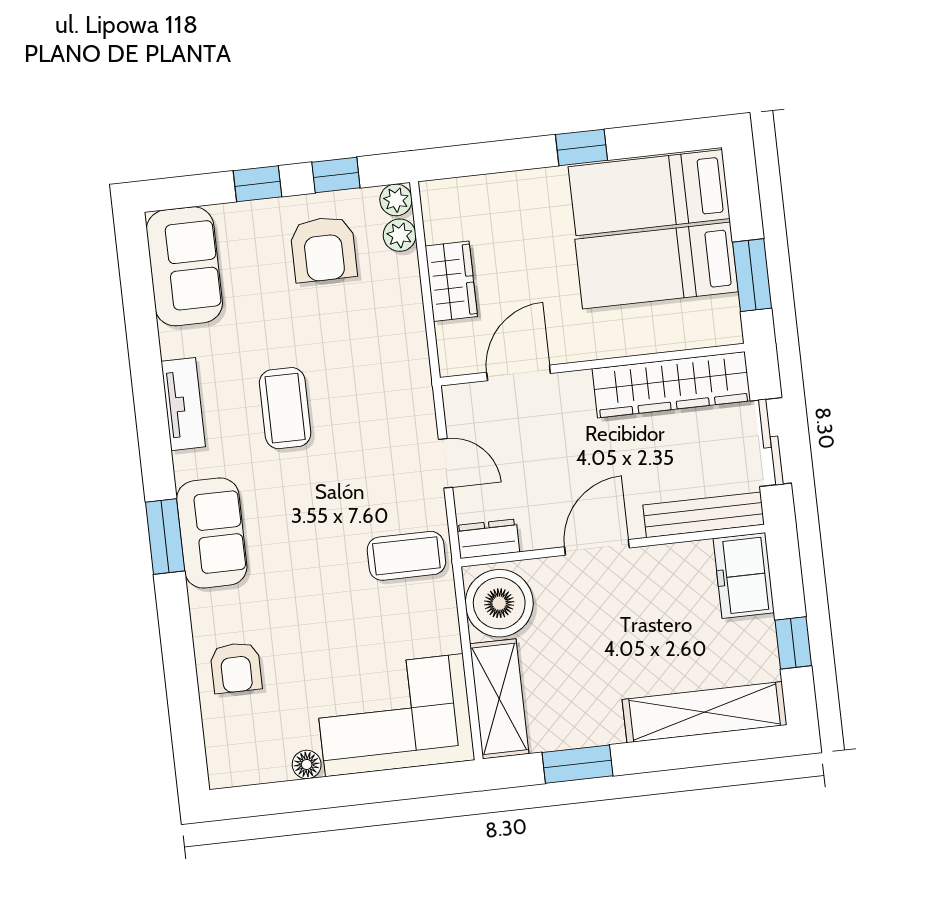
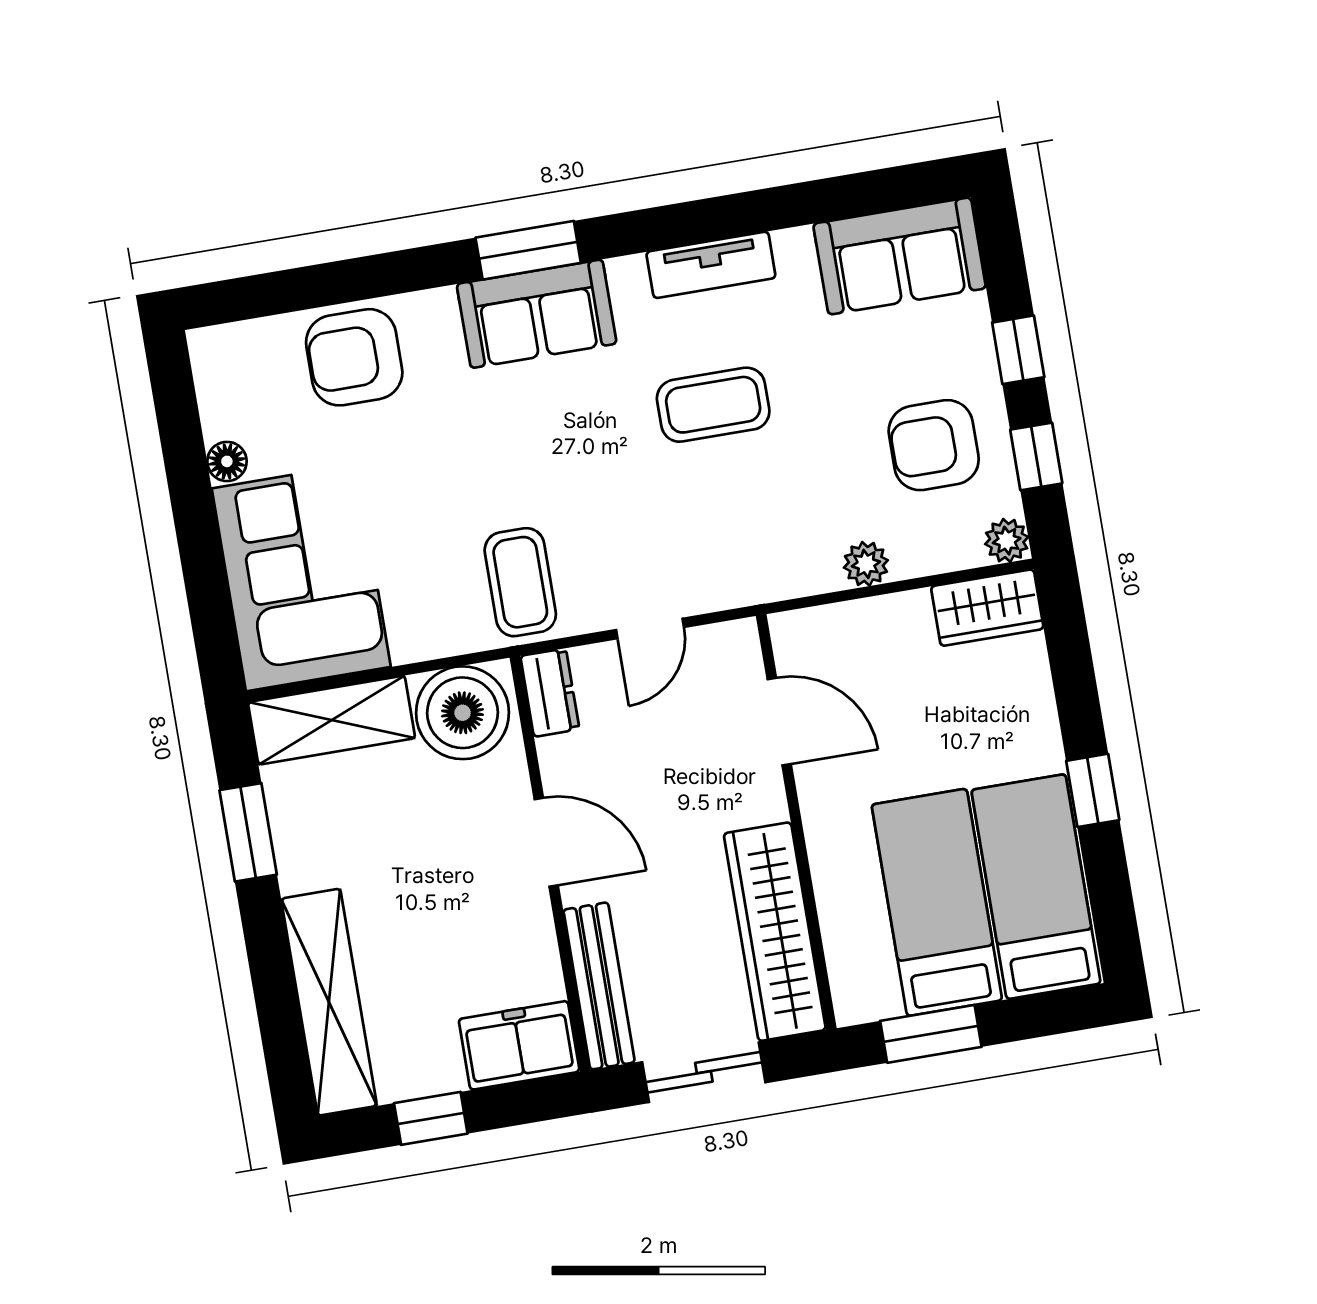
plant: (400, 235) -> (866, 564), moved
wardrobe: (451, 281) -> (987, 608), moved
armchair: (236, 668) -> (354, 357), width x1.38, depth x1.38

